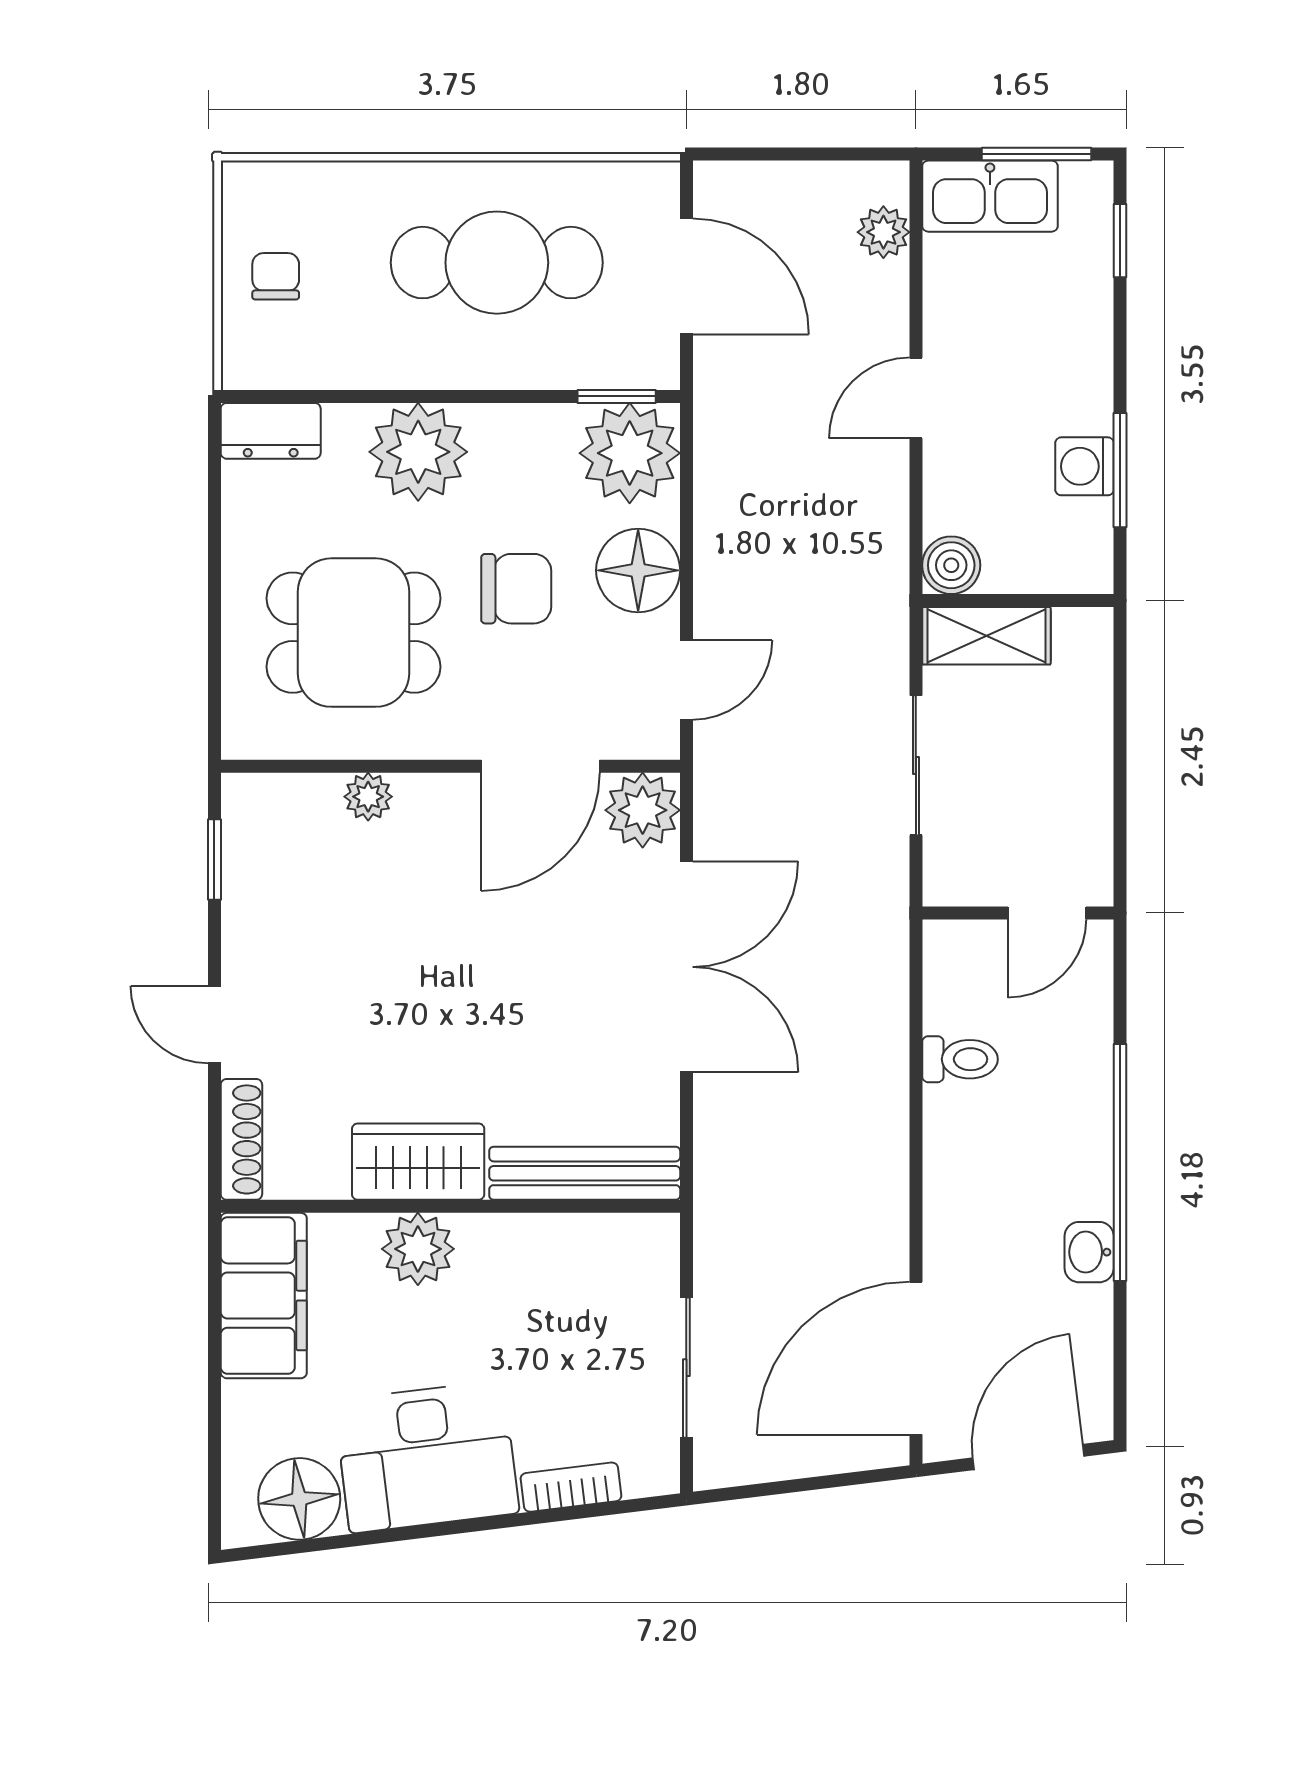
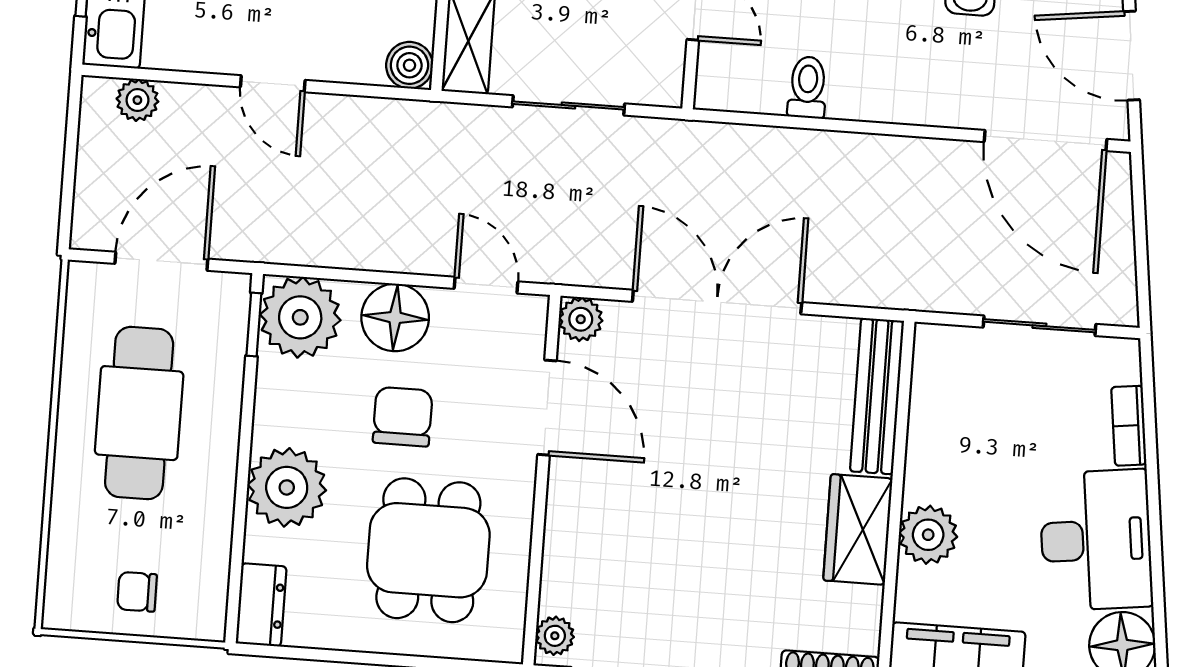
plant: (368, 797) -> (555, 636), moved
plant: (643, 810) -> (581, 319), width x0.73, depth x0.73

